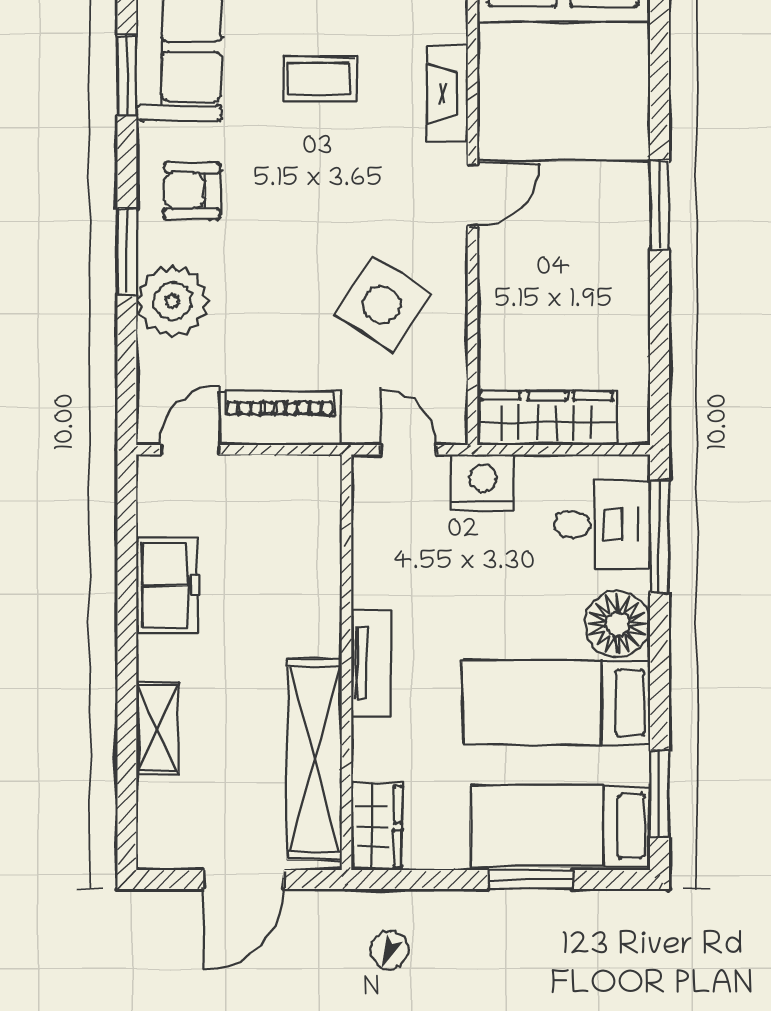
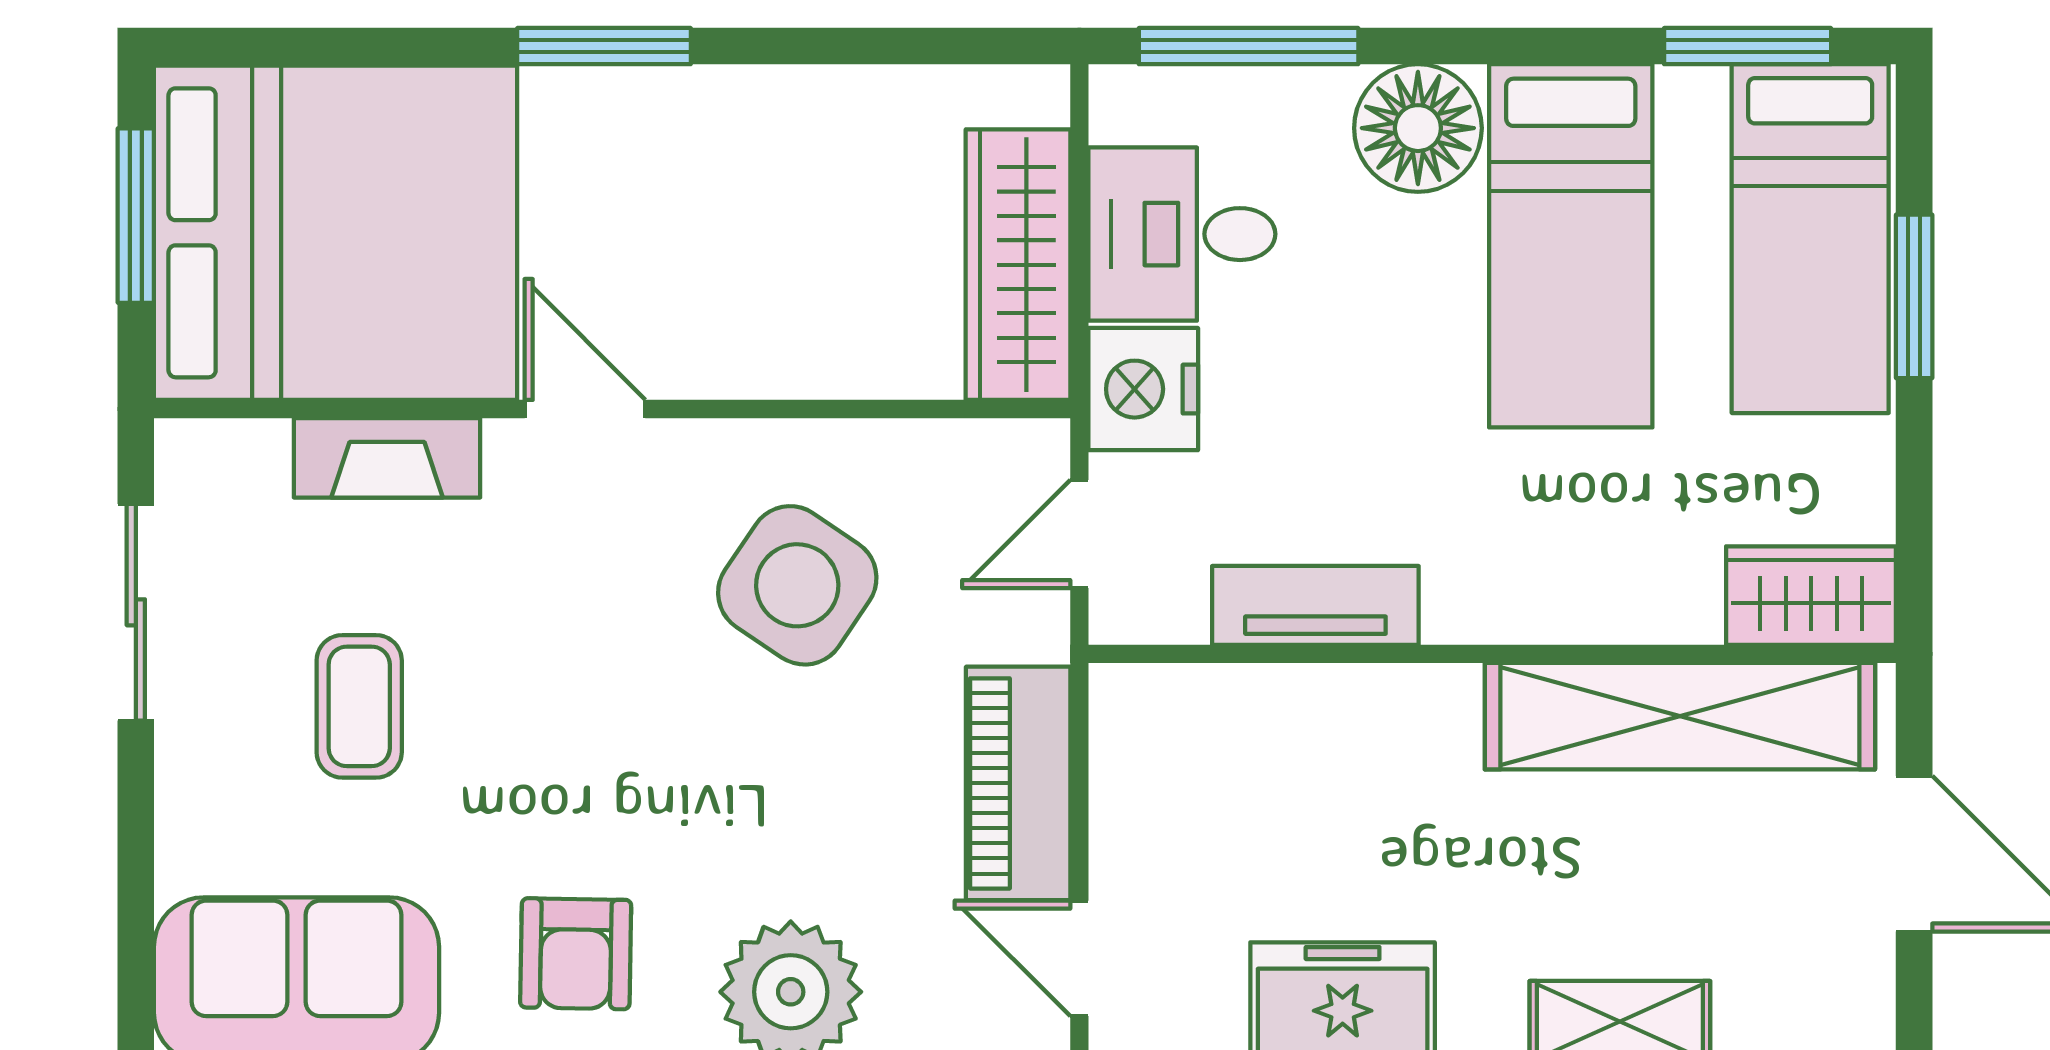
desk: (602, 524) -> (1182, 234), moved, turned -90
tv unit: (371, 663) -> (1315, 605), moved

